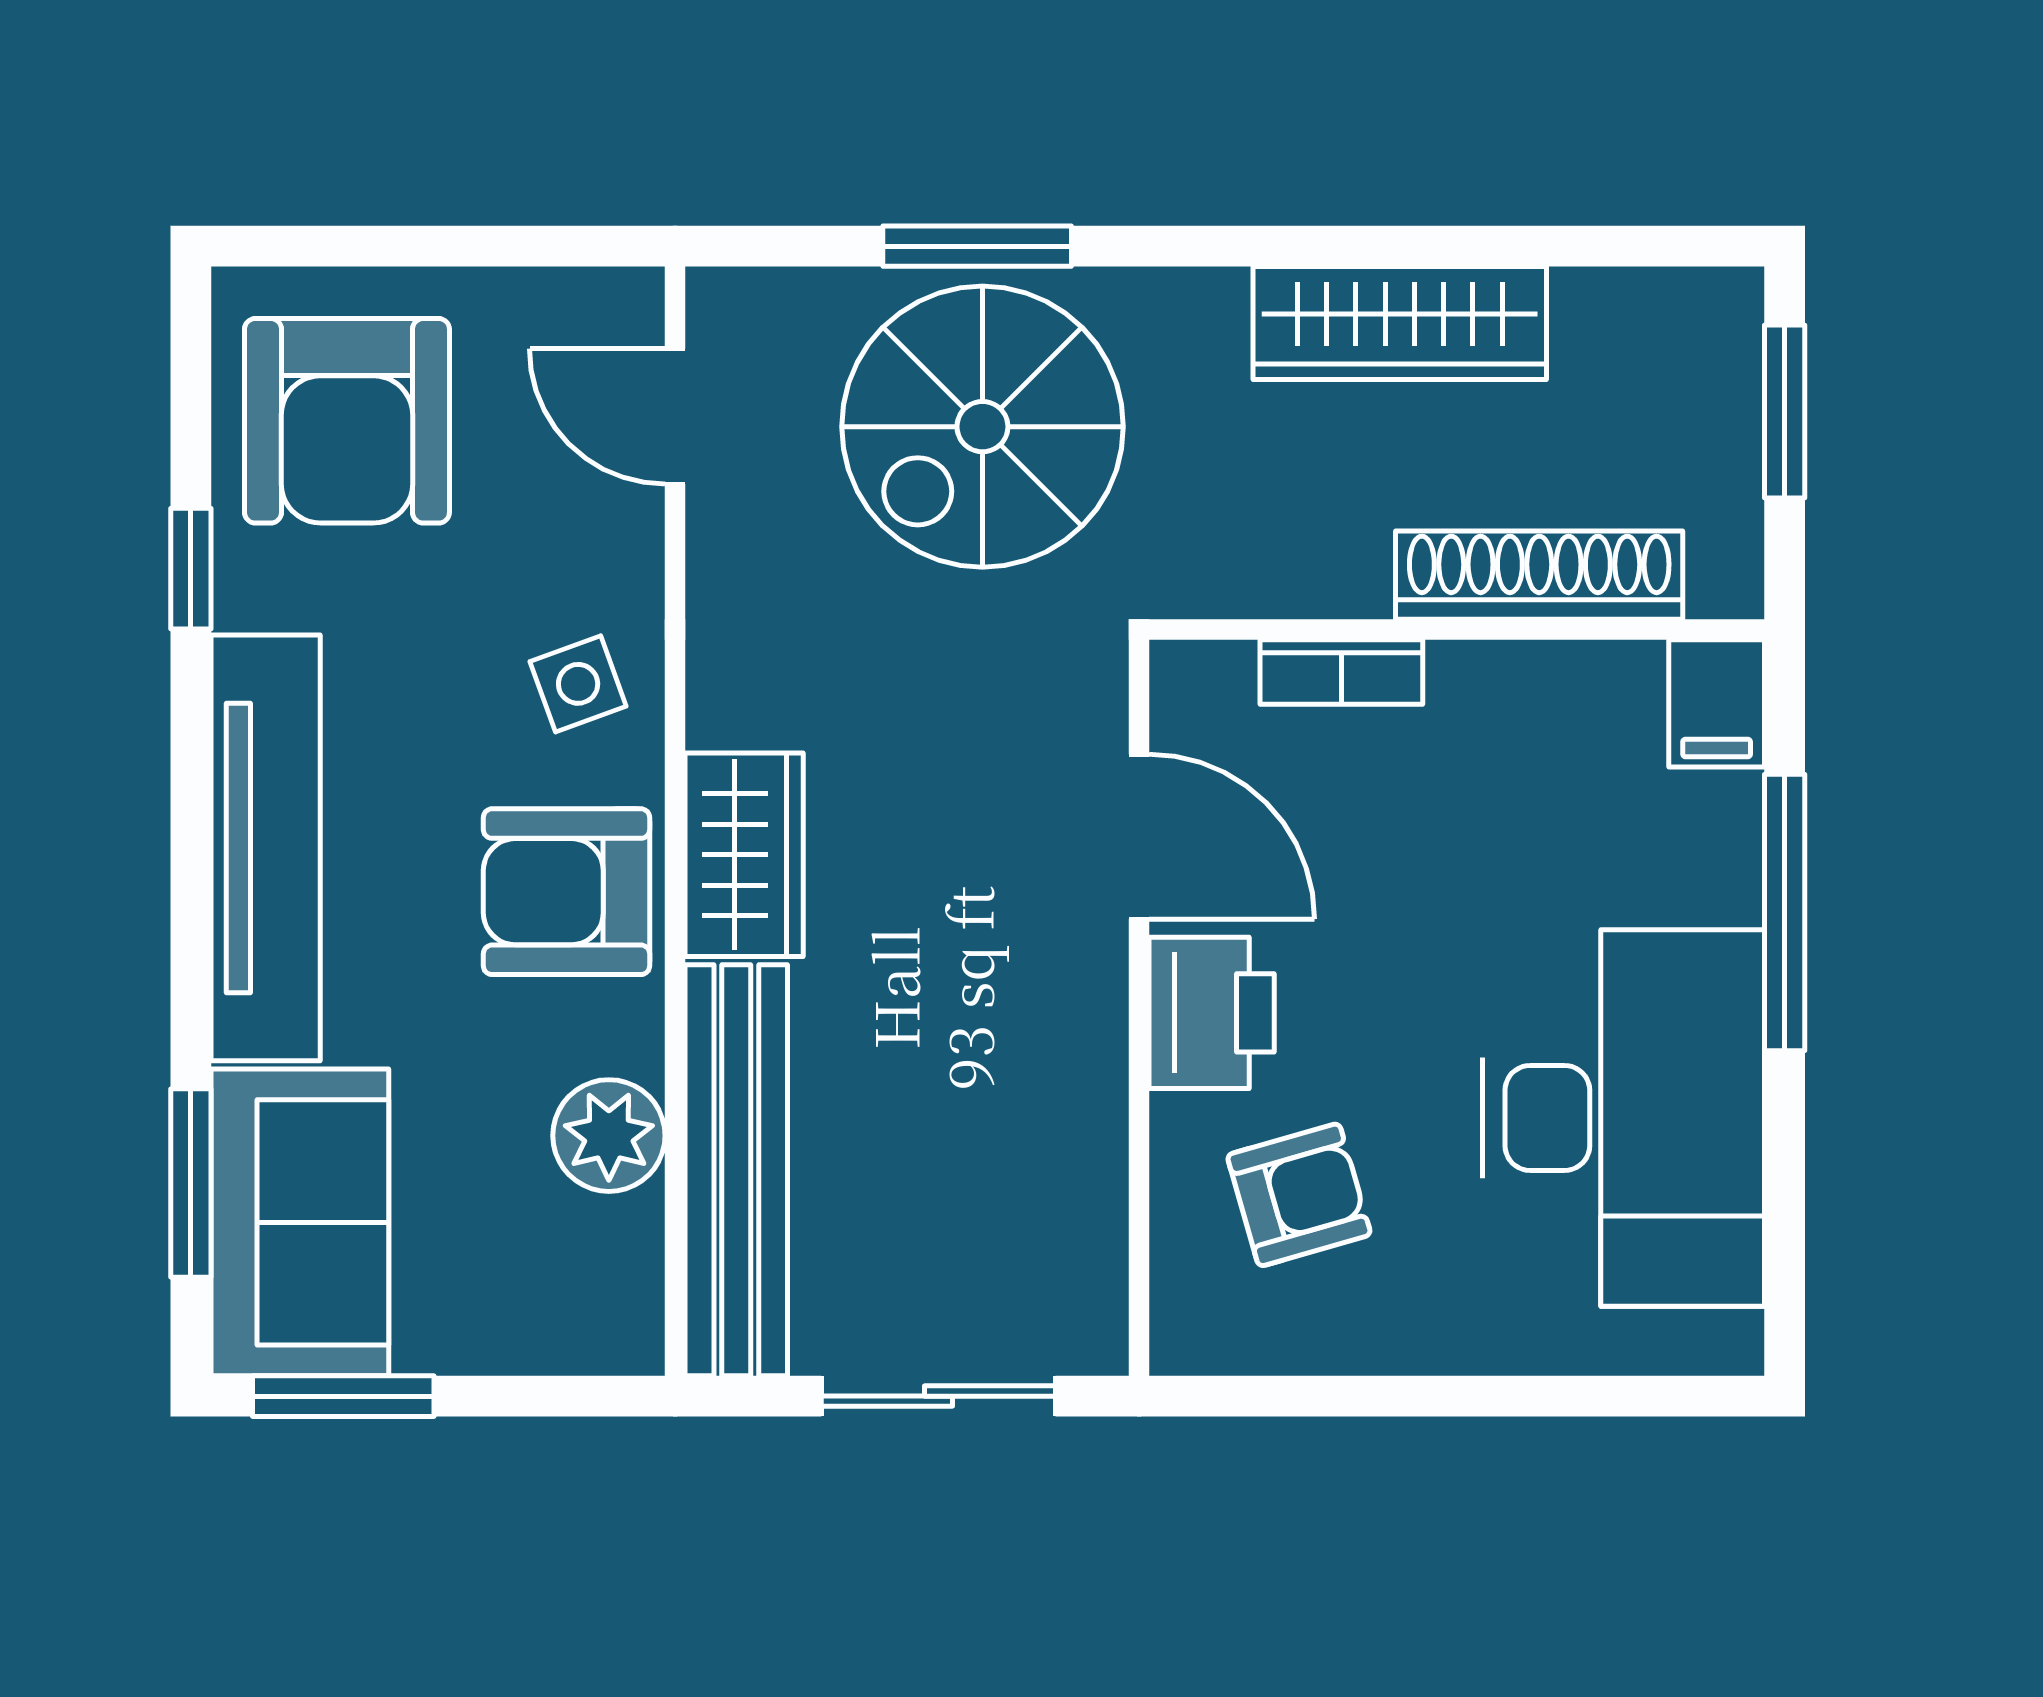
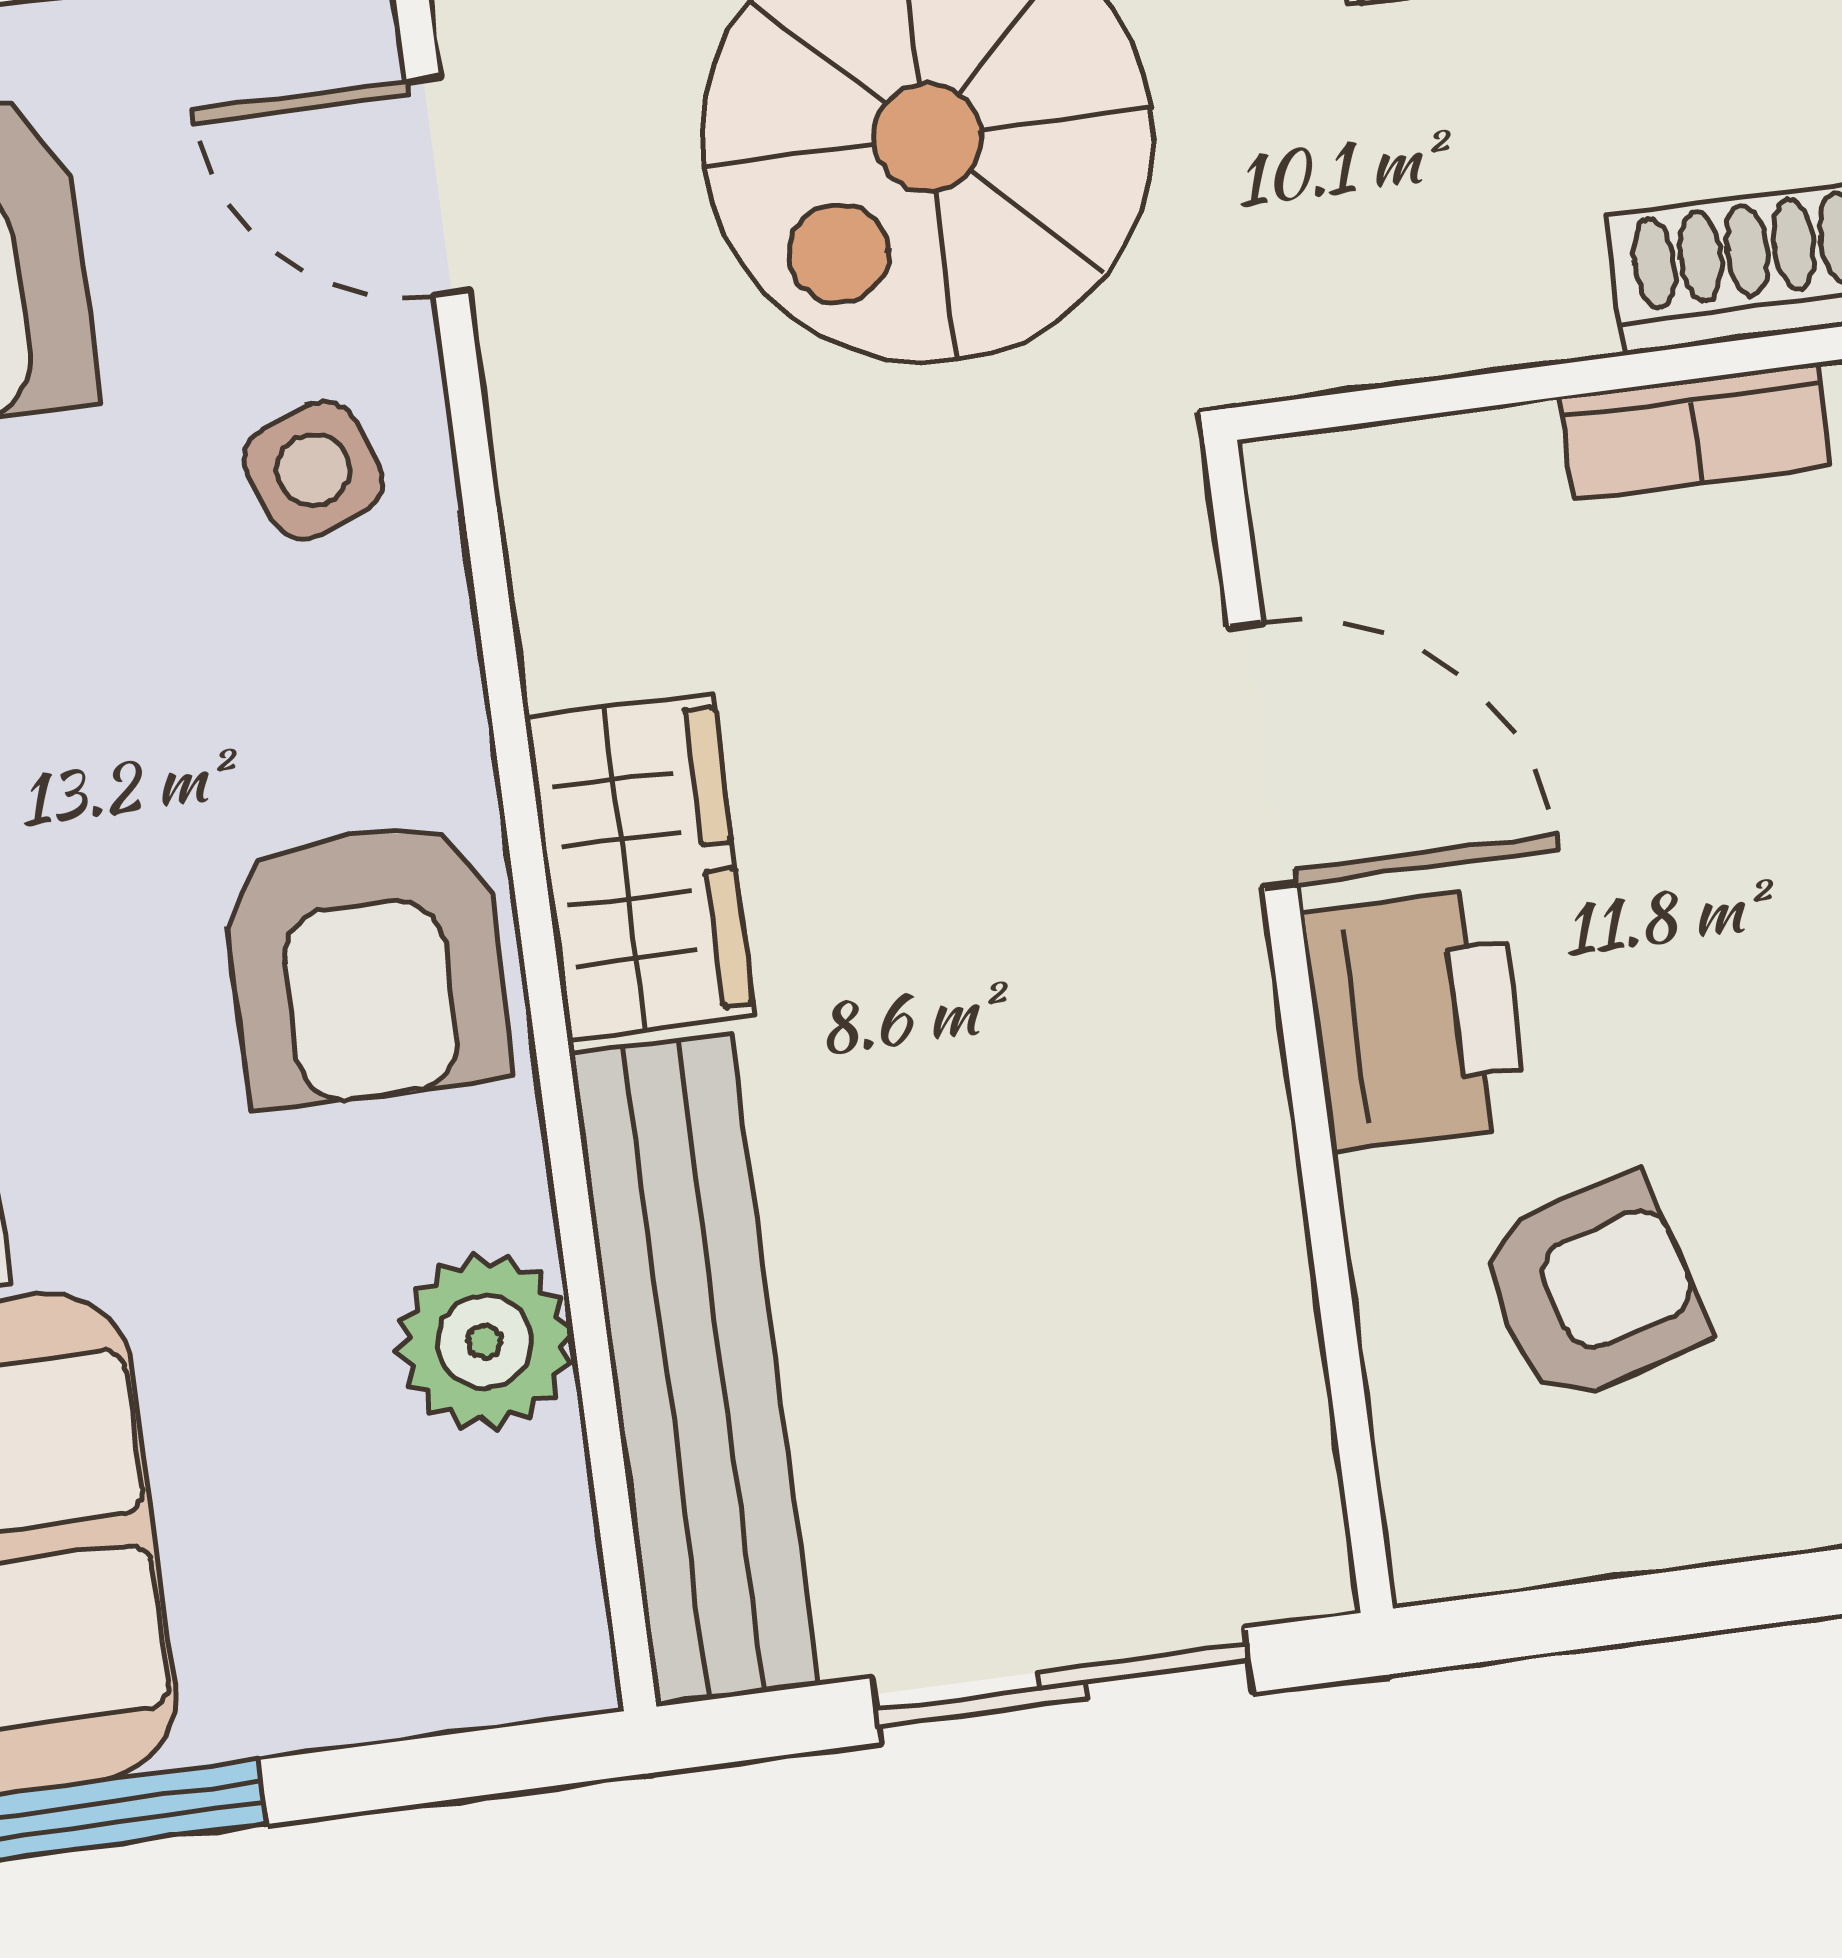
bookcase: (1341, 672) -> (1695, 431), moved
side table: (578, 684) -> (313, 470), moved
armchair: (567, 892) -> (366, 963), turned -90

